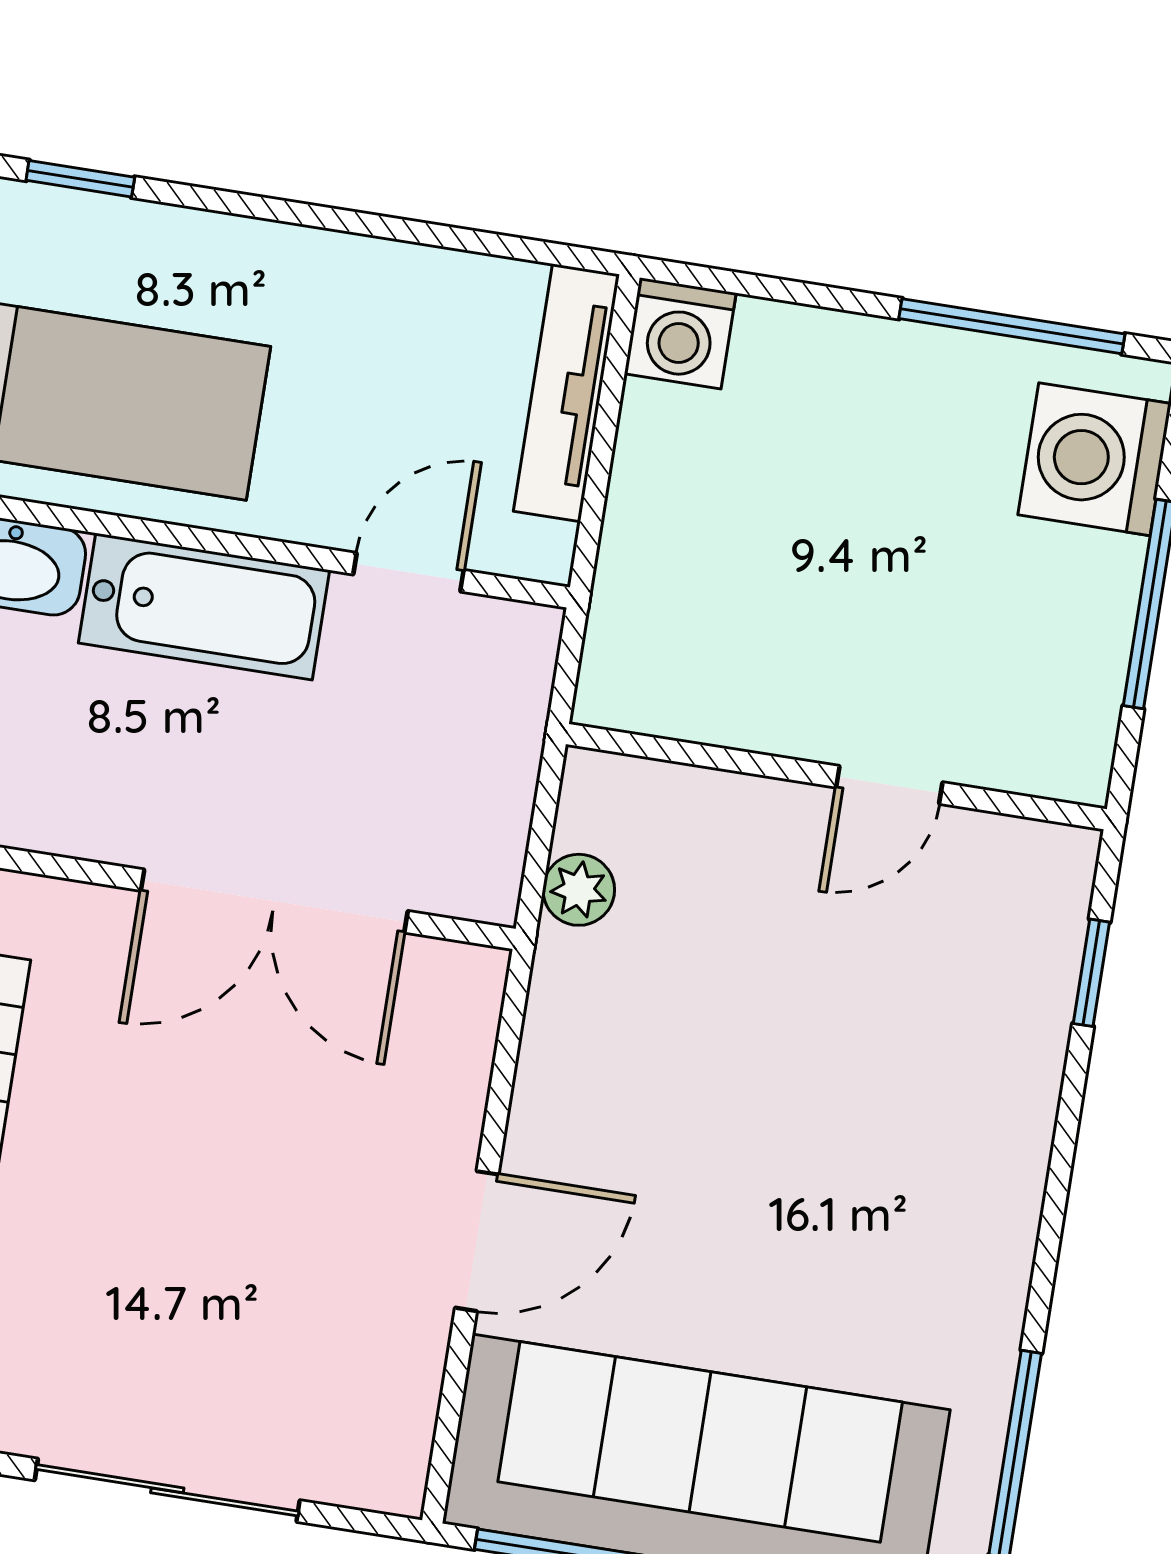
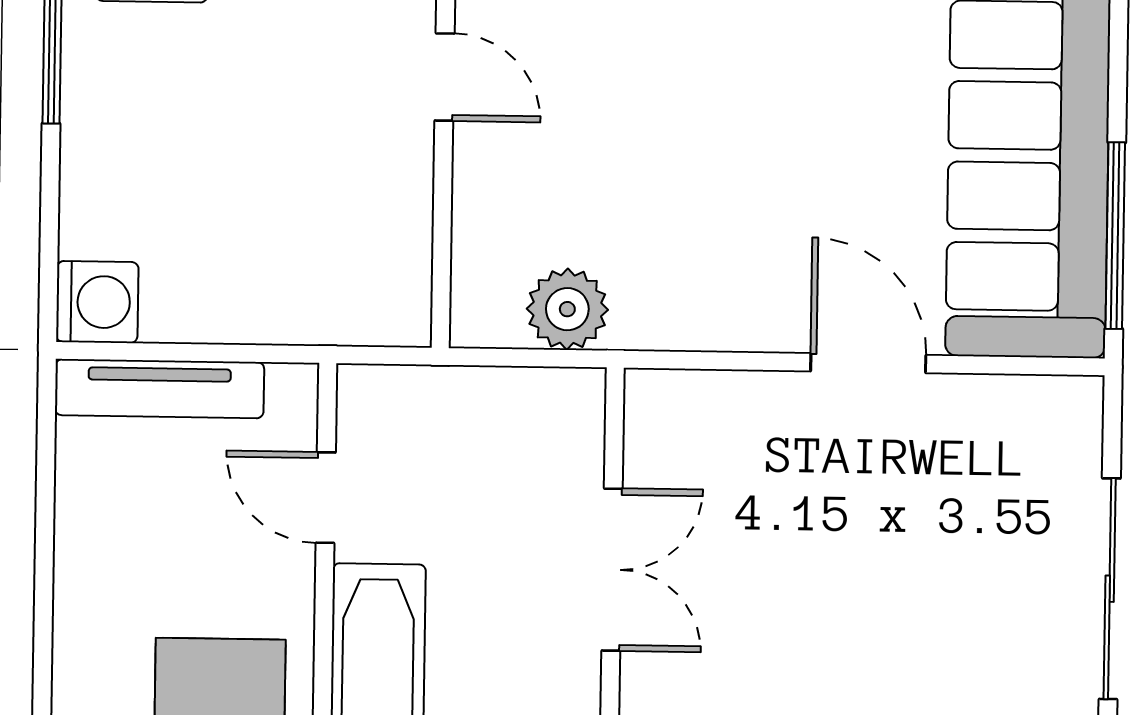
plant: (579, 890) -> (567, 309), width x1.38, depth x1.38
double door: (274, 901) -> (612, 570), width x0.73

